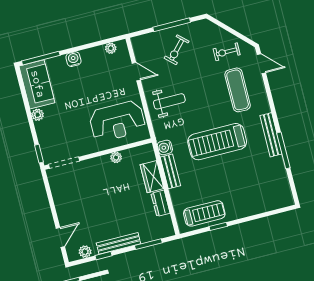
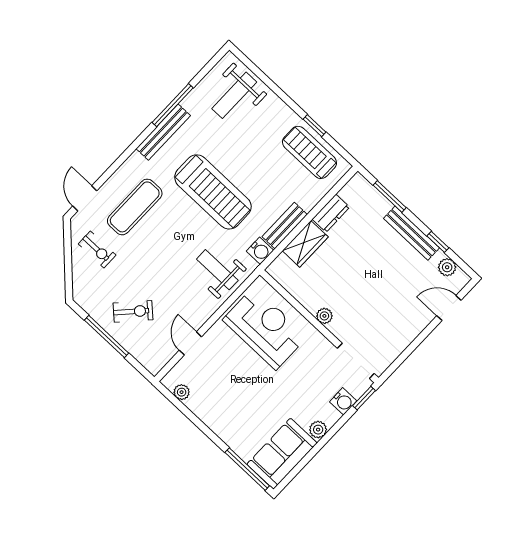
water cooler: (73, 59) -> (343, 401), moved, turned -90
weight bench: (169, 101) -> (217, 270), moved
plant: (116, 157) -> (324, 316), moved
weight bench: (266, 190) -> (234, 95), added

